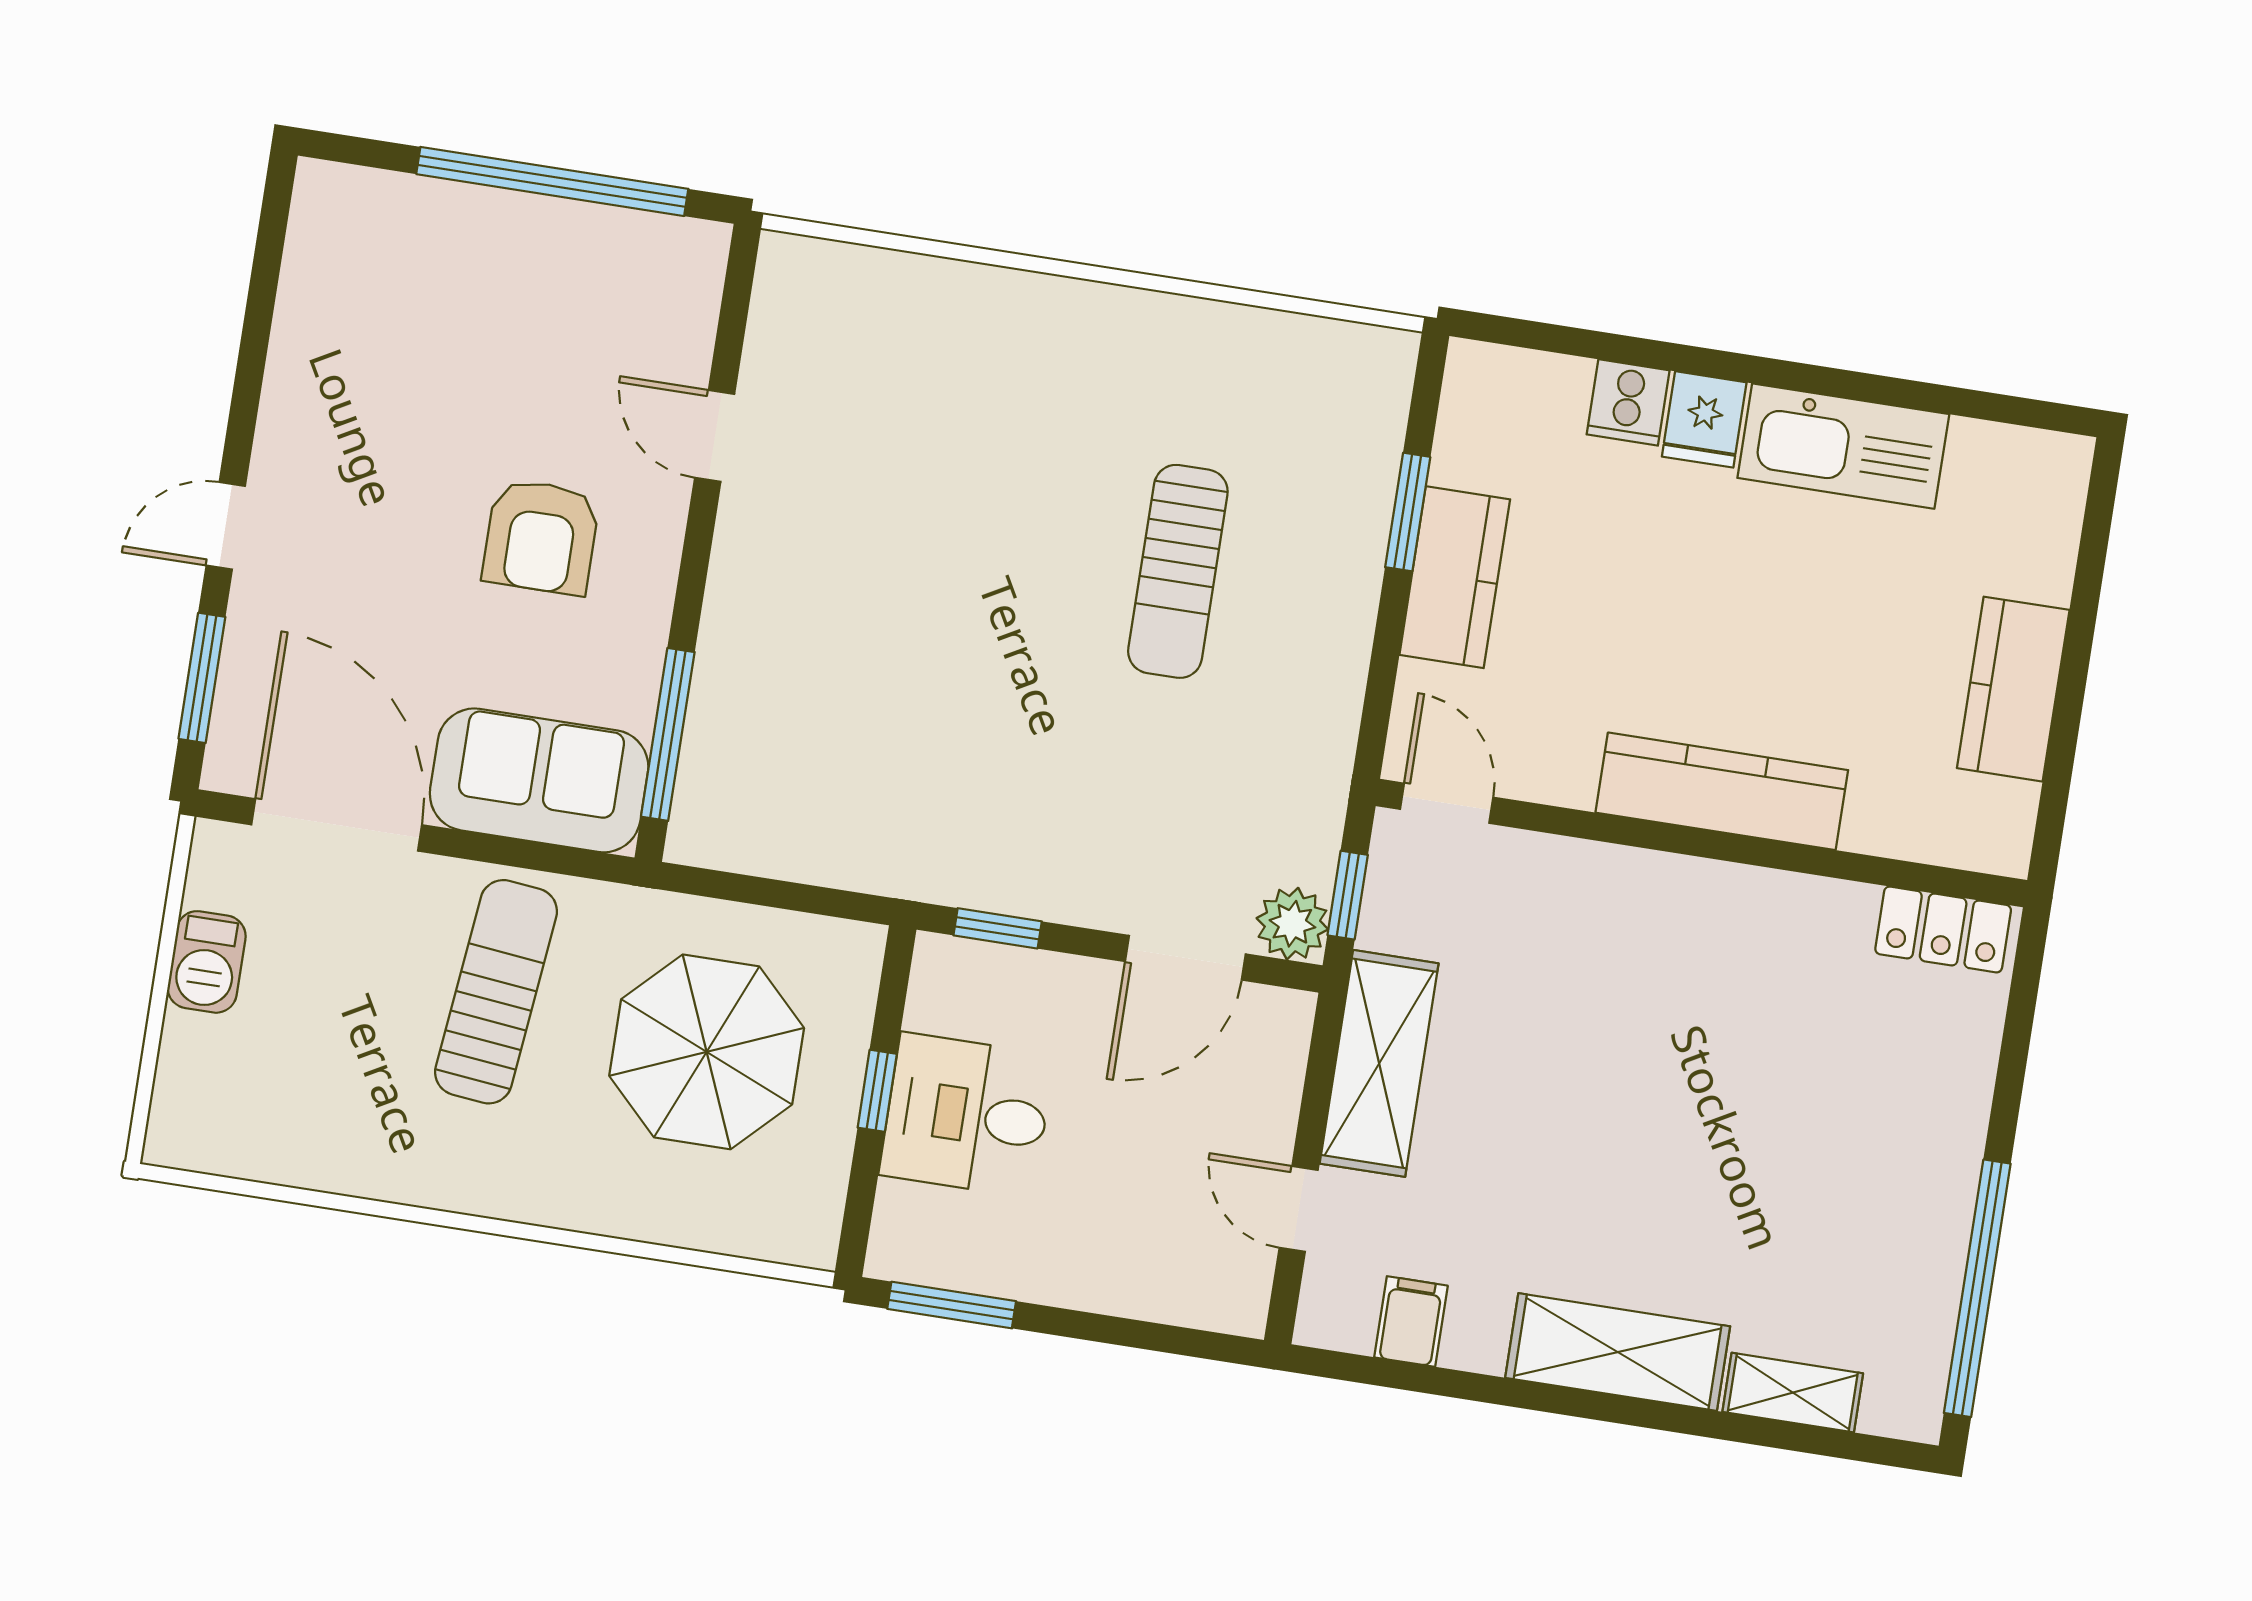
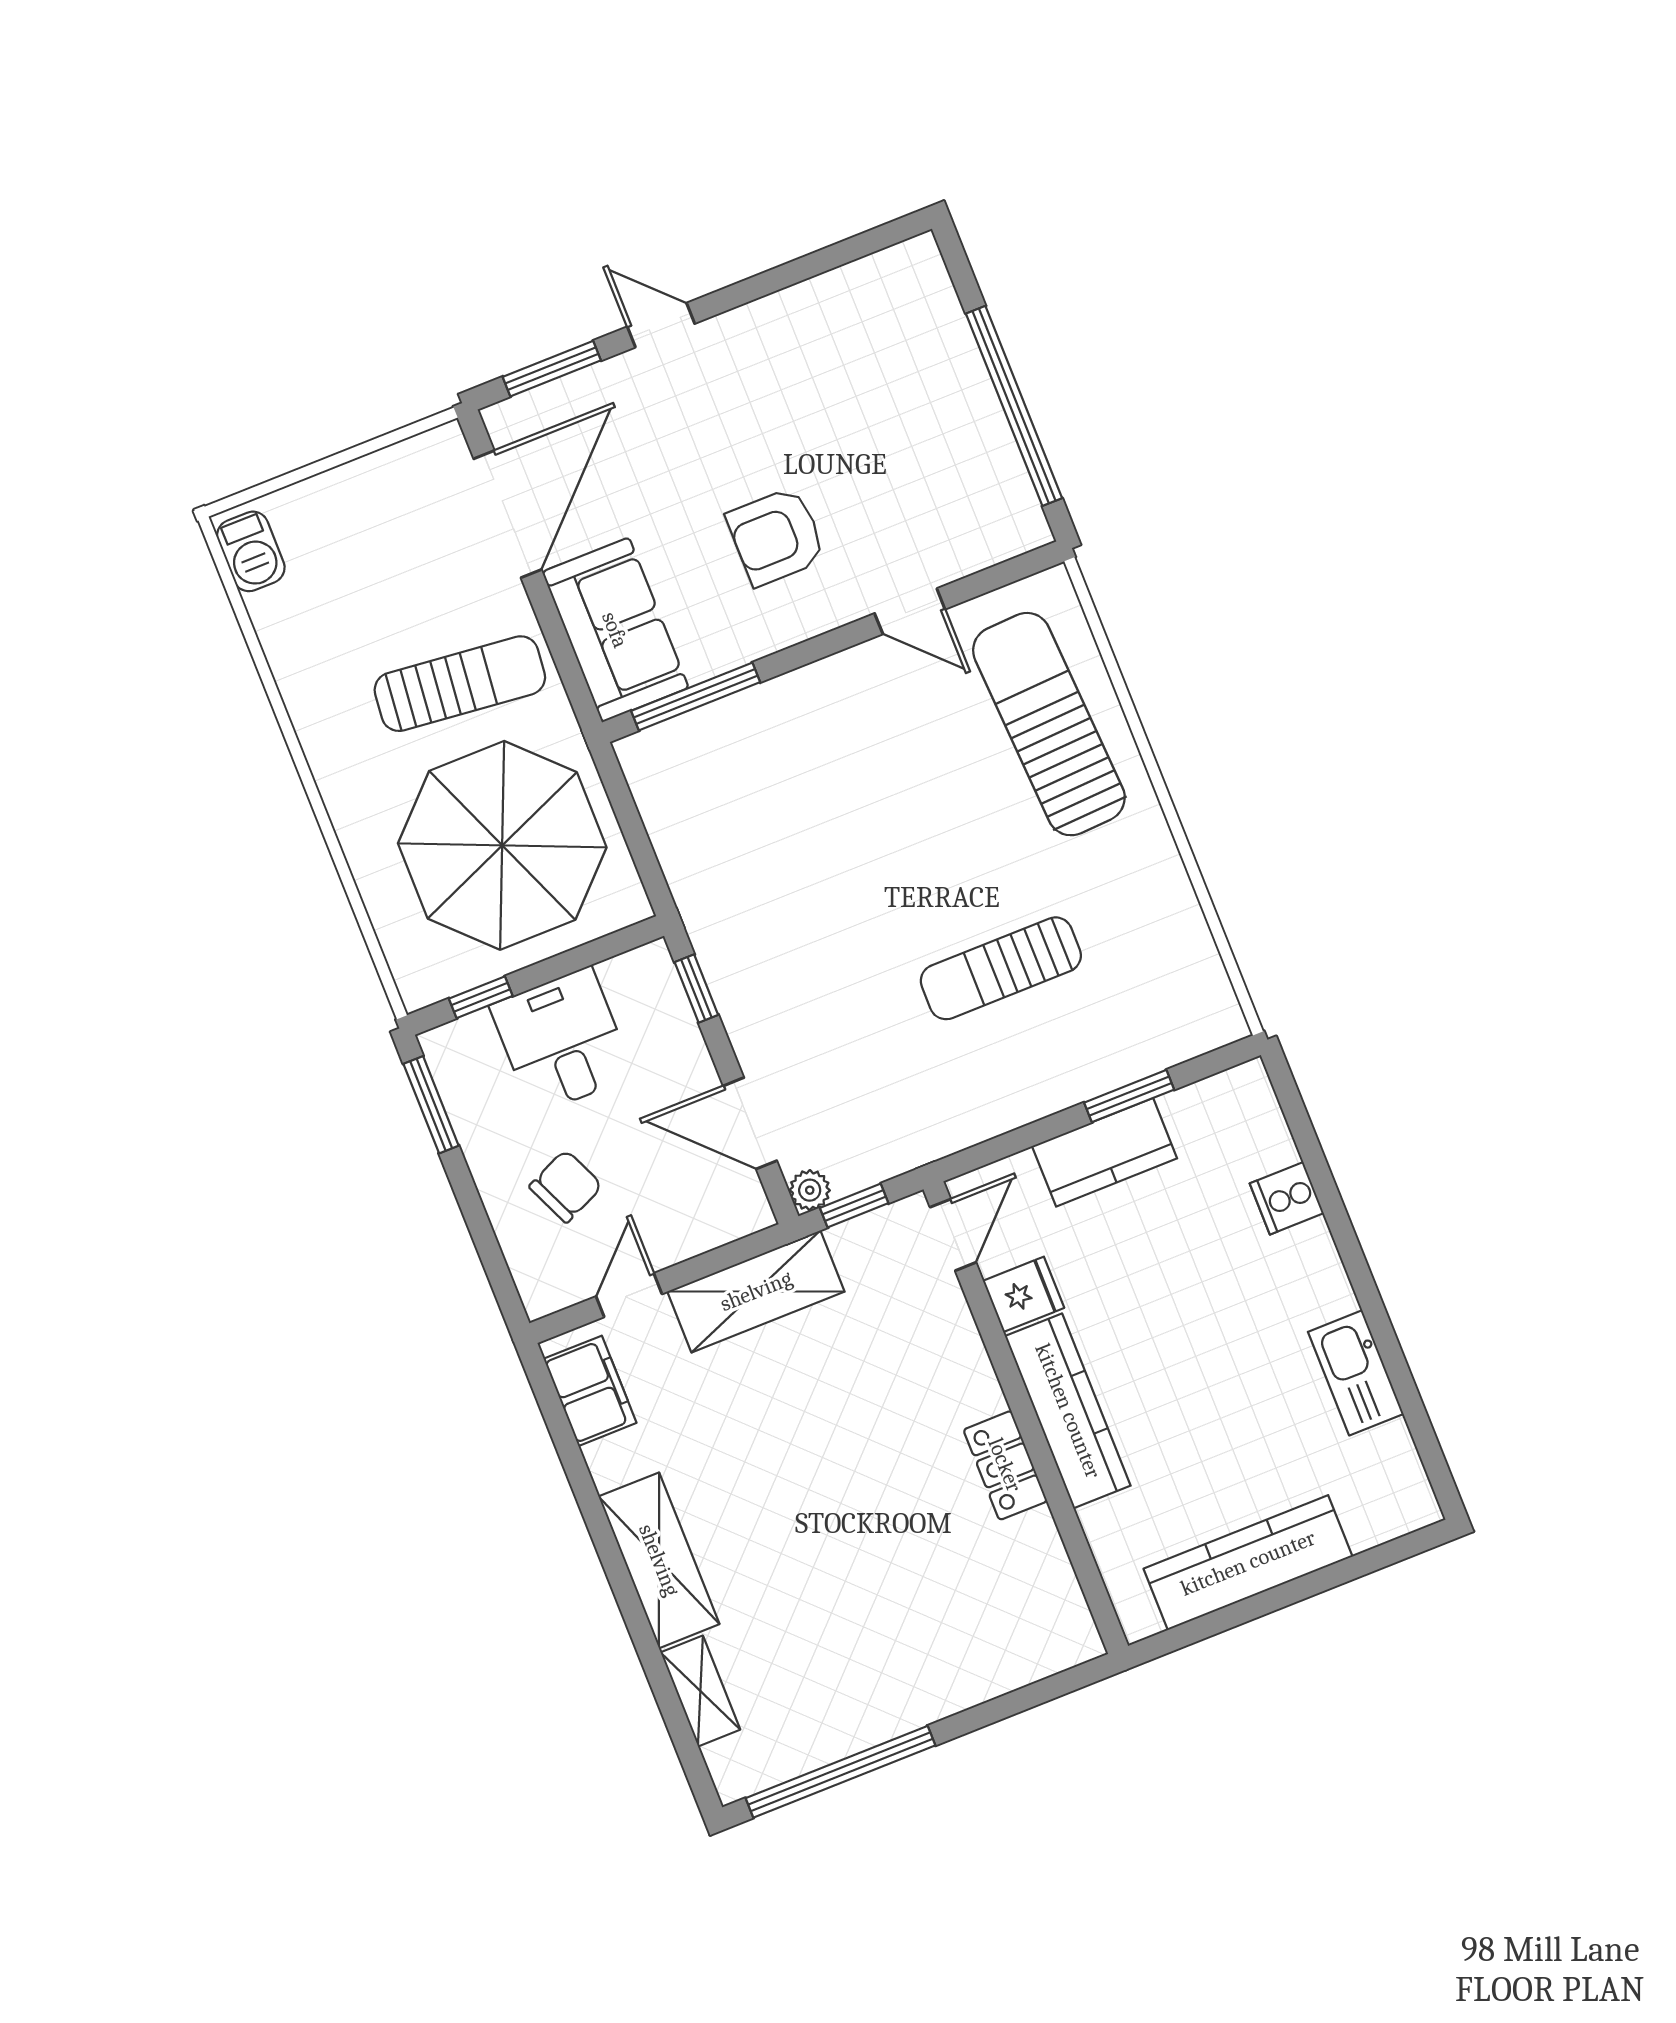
sun lounger: (935, 354) -> (1049, 724), added
fridge: (1704, 419) -> (1023, 1294), moved, turned 180
door: (715, 436) -> (910, 611), swing flipped
kitchen sink: (1843, 446) -> (1356, 1373), width x0.73, depth x0.81
kitchen counter: (2013, 689) -> (1248, 1563), width x1.50
plant: (1292, 924) -> (810, 1190), width x0.73, depth x0.73
locker: (1943, 930) -> (1005, 1465), moved
barbecue: (207, 962) -> (251, 551), moved, turned -90
parasol: (707, 1052) -> (502, 845), width x1.36, depth x1.36
window: (877, 1091) -> (481, 997), moved
chair: (1134, 1207) -> (566, 1186), added
filing cabinet: (1411, 1321) -> (590, 1391), width x2.00

